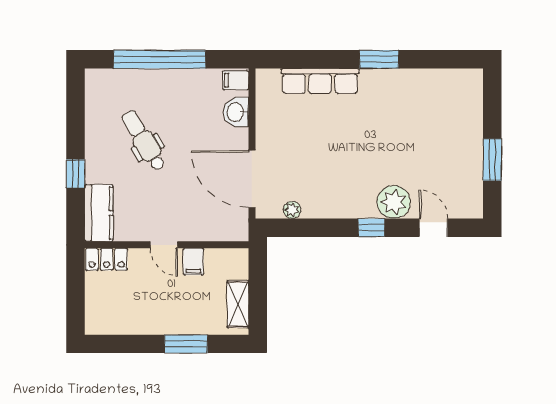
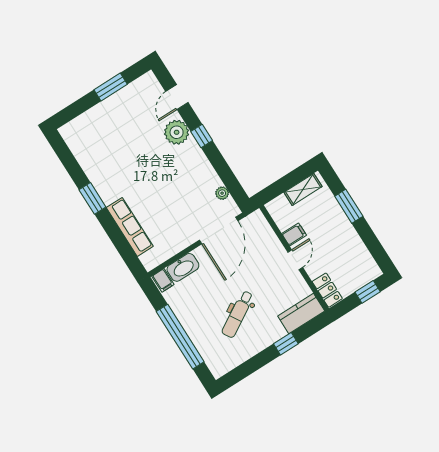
washbasin: (236, 112) -> (183, 267), width x1.38
window: (75, 304) -> (368, 292), added

